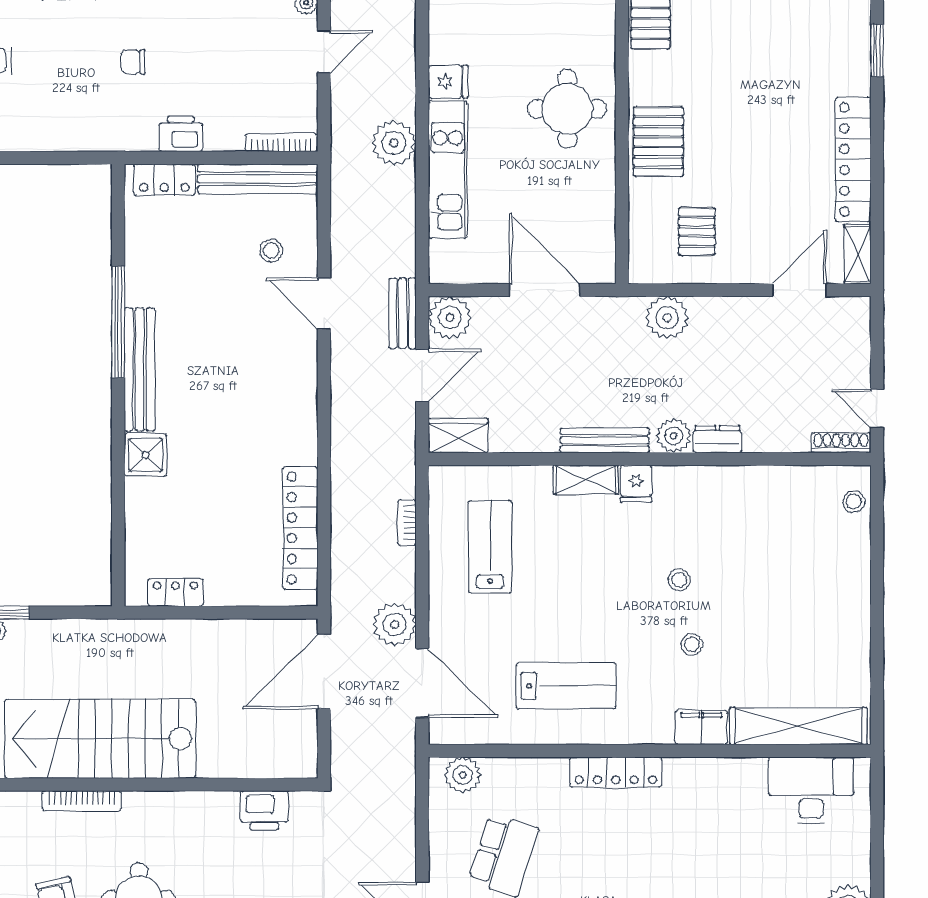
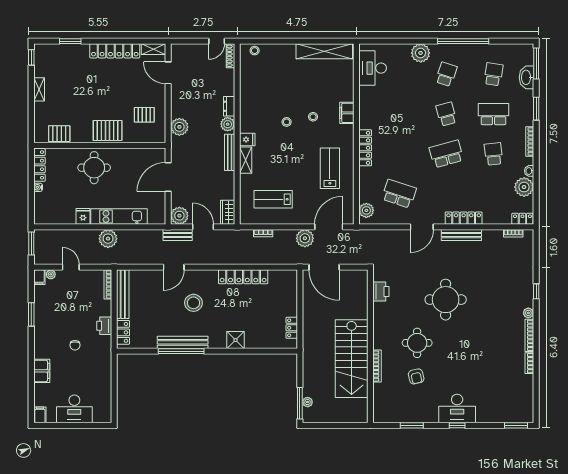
stool: (271, 250) -> (193, 303), moved, width x1.89, depth x1.89
bench: (140, 369) -> (183, 342), moved
locker: (300, 528) -> (243, 277), moved
shelving: (798, 726) -> (324, 51), moved, turned 90

